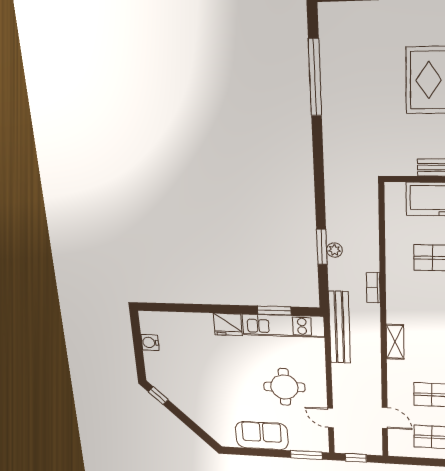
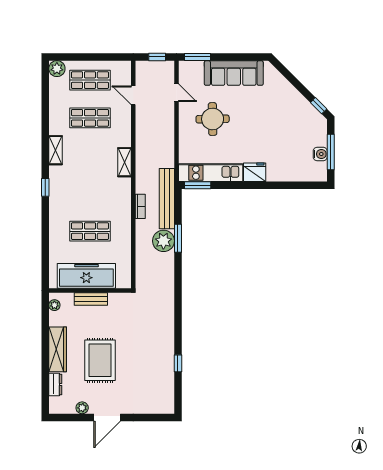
window: (315, 77) -> (178, 363), width x0.32
plant: (334, 250) -> (163, 241), width x1.87, depth x1.87
window: (274, 310) -> (198, 185), moved
bench: (339, 327) -> (167, 199), moved
window: (138, 344) -> (331, 152), added
sofa: (262, 436) -> (234, 73), width x1.36

